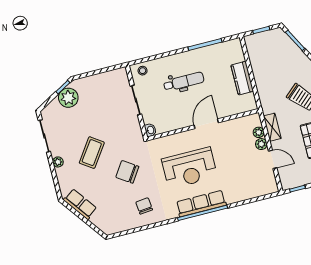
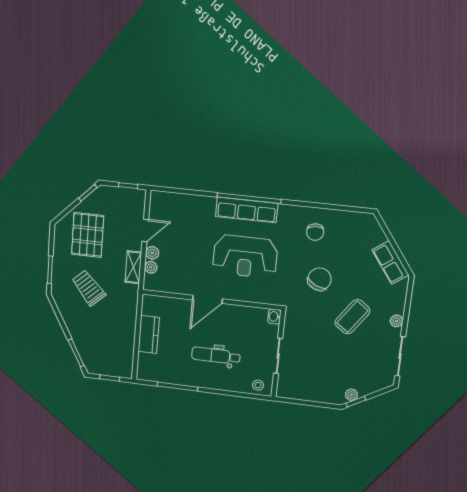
plant: (68, 98) -> (351, 395), width x0.53, depth x0.53
door: (273, 159) -> (145, 230), swing flipped
reception desk: (189, 168) -> (245, 257), turned 180
chair: (127, 172) -> (319, 279), turned -99

